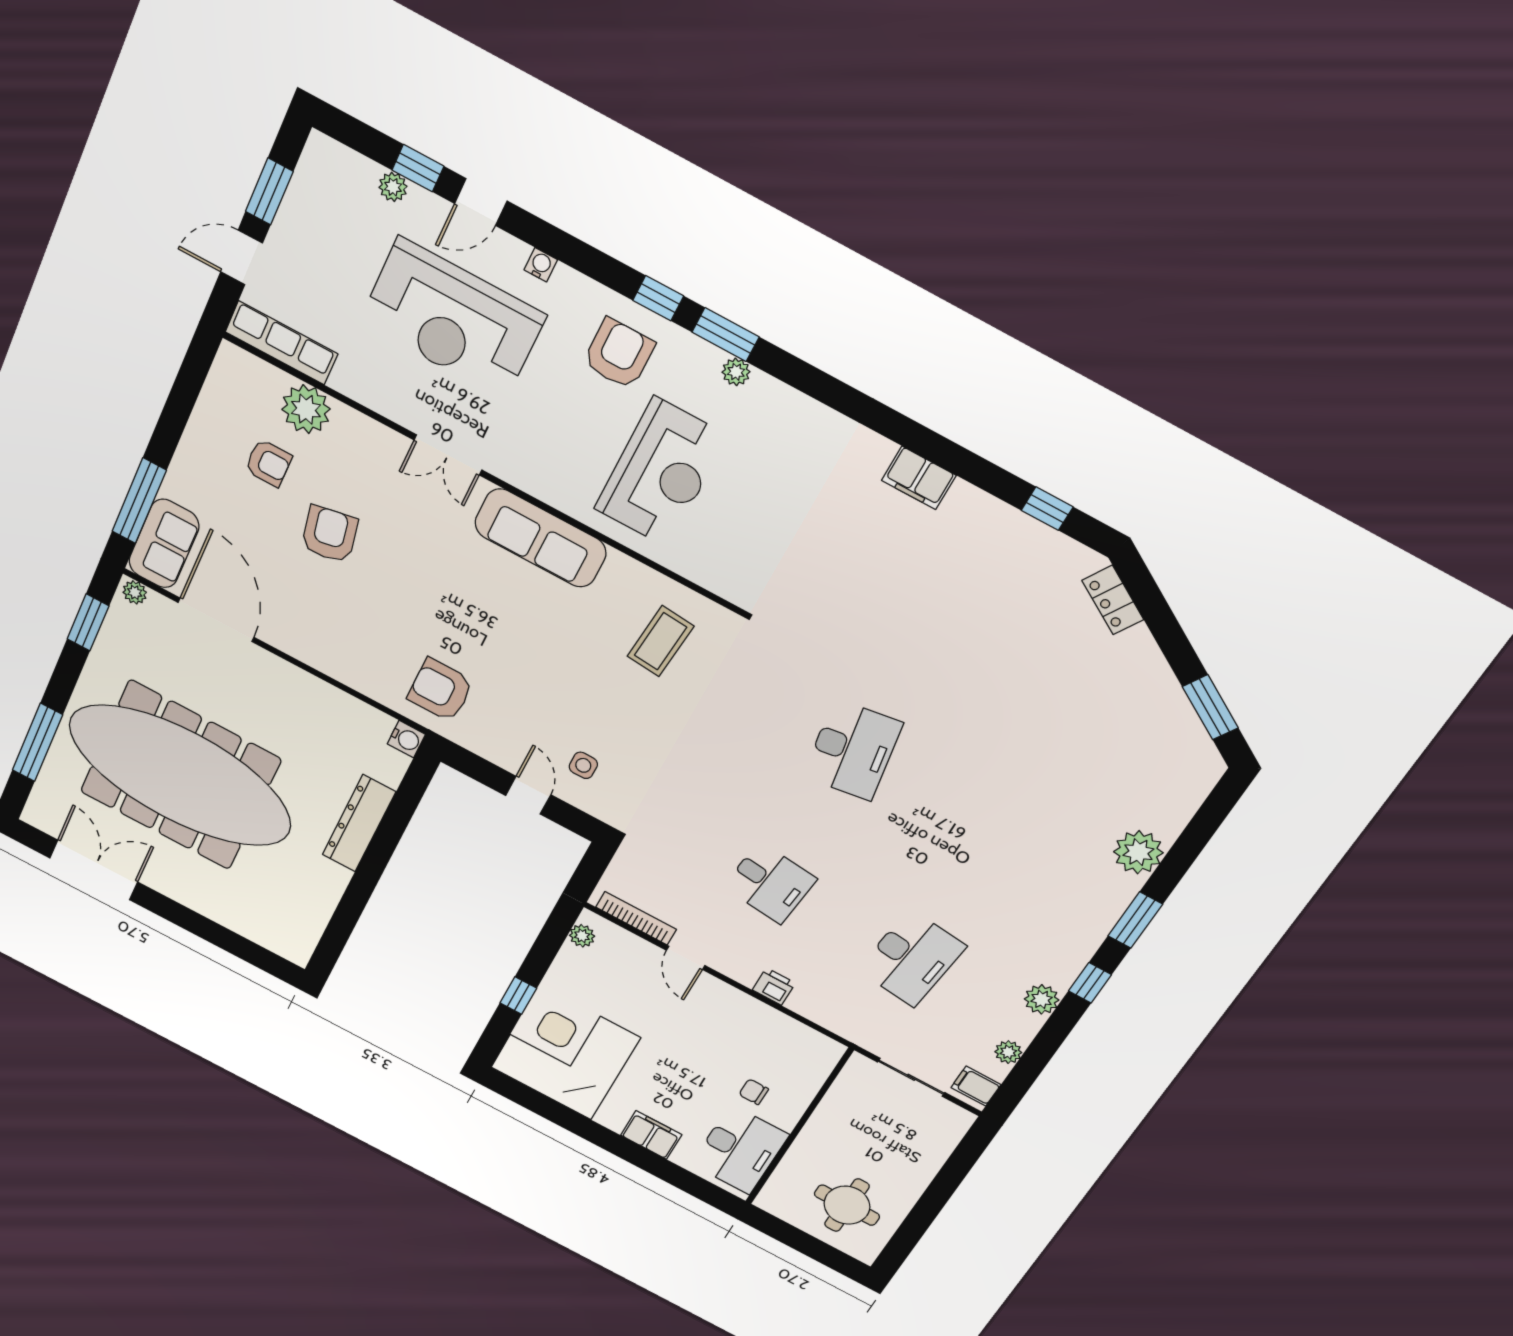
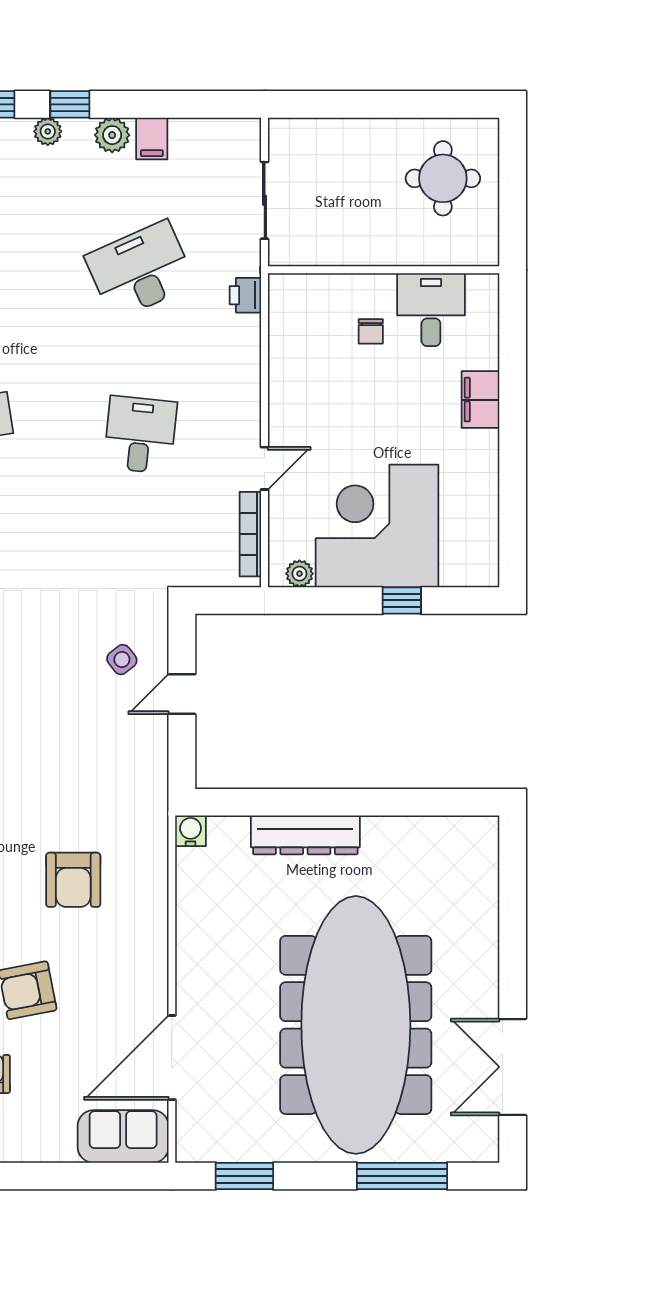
window: (139, 501) -> (94, 1176), removed
plant: (135, 592) -> (188, 1144), removed
armchair: (440, 690) -> (73, 880), moved
side table: (583, 765) -> (122, 660), turned -38
desk: (912, 958) -> (140, 270), turned -30
printer: (774, 987) -> (245, 295), moved
plant: (1008, 1052) -> (48, 131), moved
corner desk: (565, 1053) -> (377, 526), moved, turned 90
filing cabinet: (976, 1086) -> (152, 139), moved
desk: (740, 1149) -> (431, 310), width x0.73

